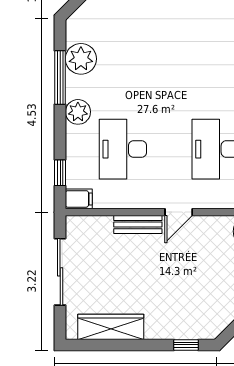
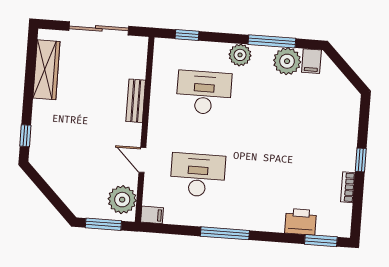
filing cabinet: (79, 199) -> (311, 61), moved
door: (179, 212) -> (142, 160), moved

